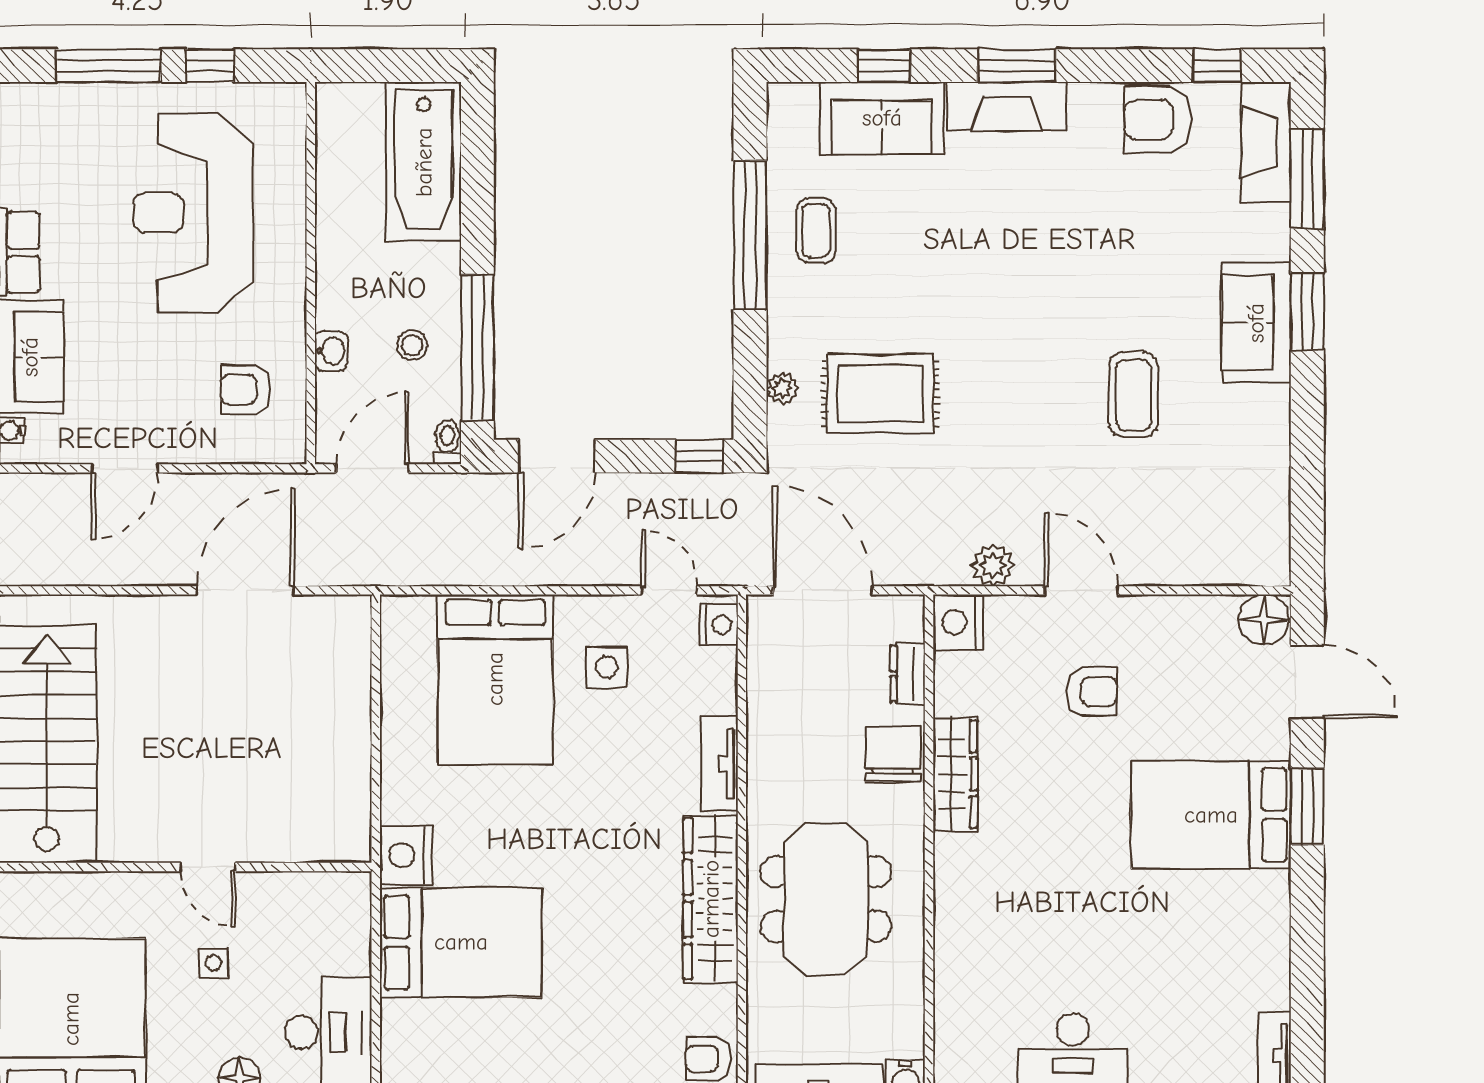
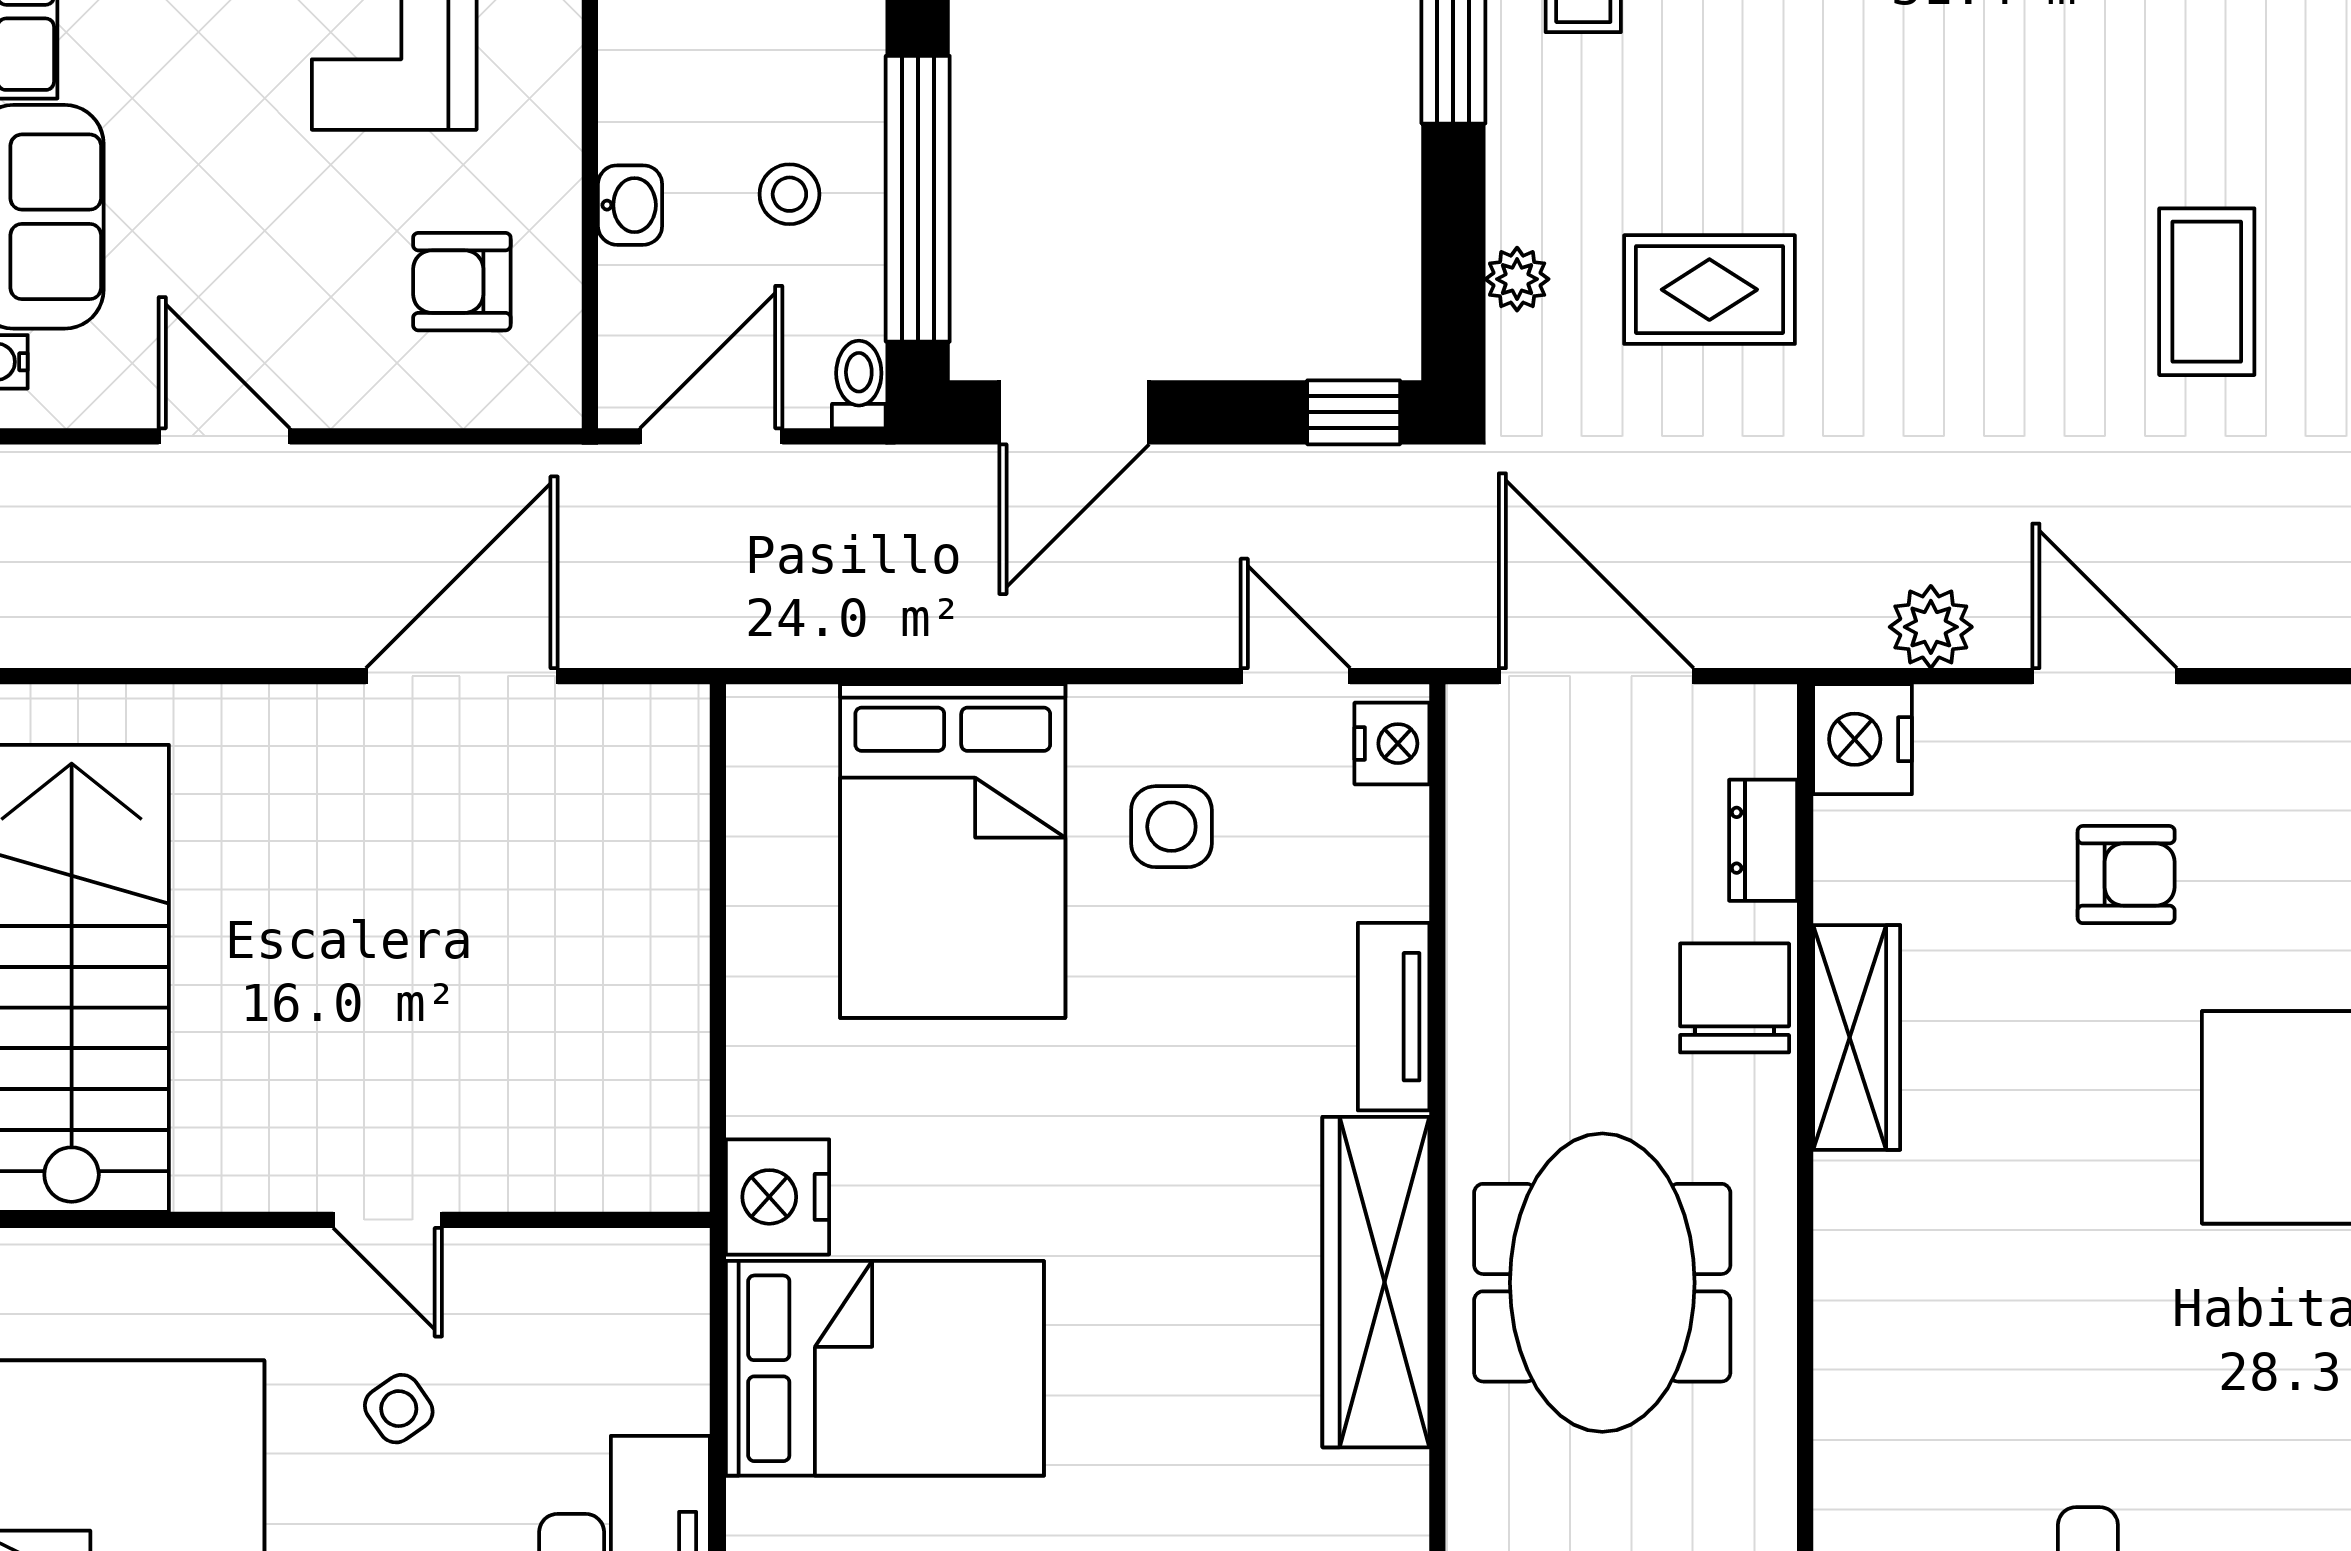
rug: (880, 394) -> (1709, 290), width x0.73, depth x0.70
door: (125, 468) -> (224, 436), swing flipped
side table: (213, 963) -> (399, 1409), turned -35

